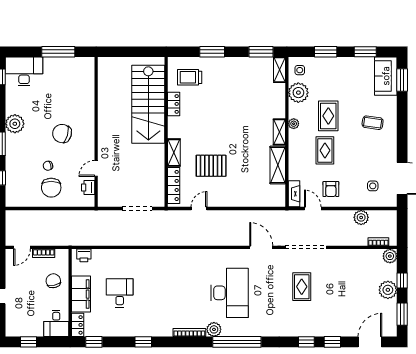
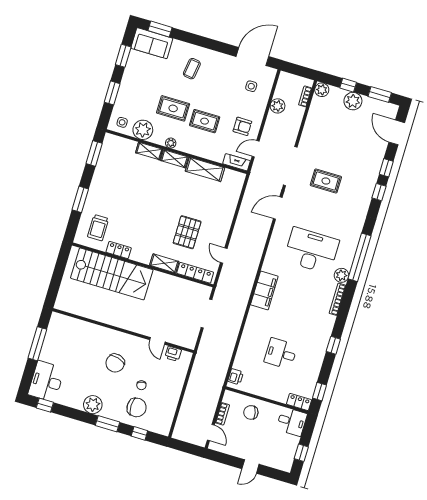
shelving: (280, 70) -> (149, 151), moved
chair: (51, 188) -> (137, 407), moved
filing cabinet: (81, 294) -> (264, 291), moved, turned 90

